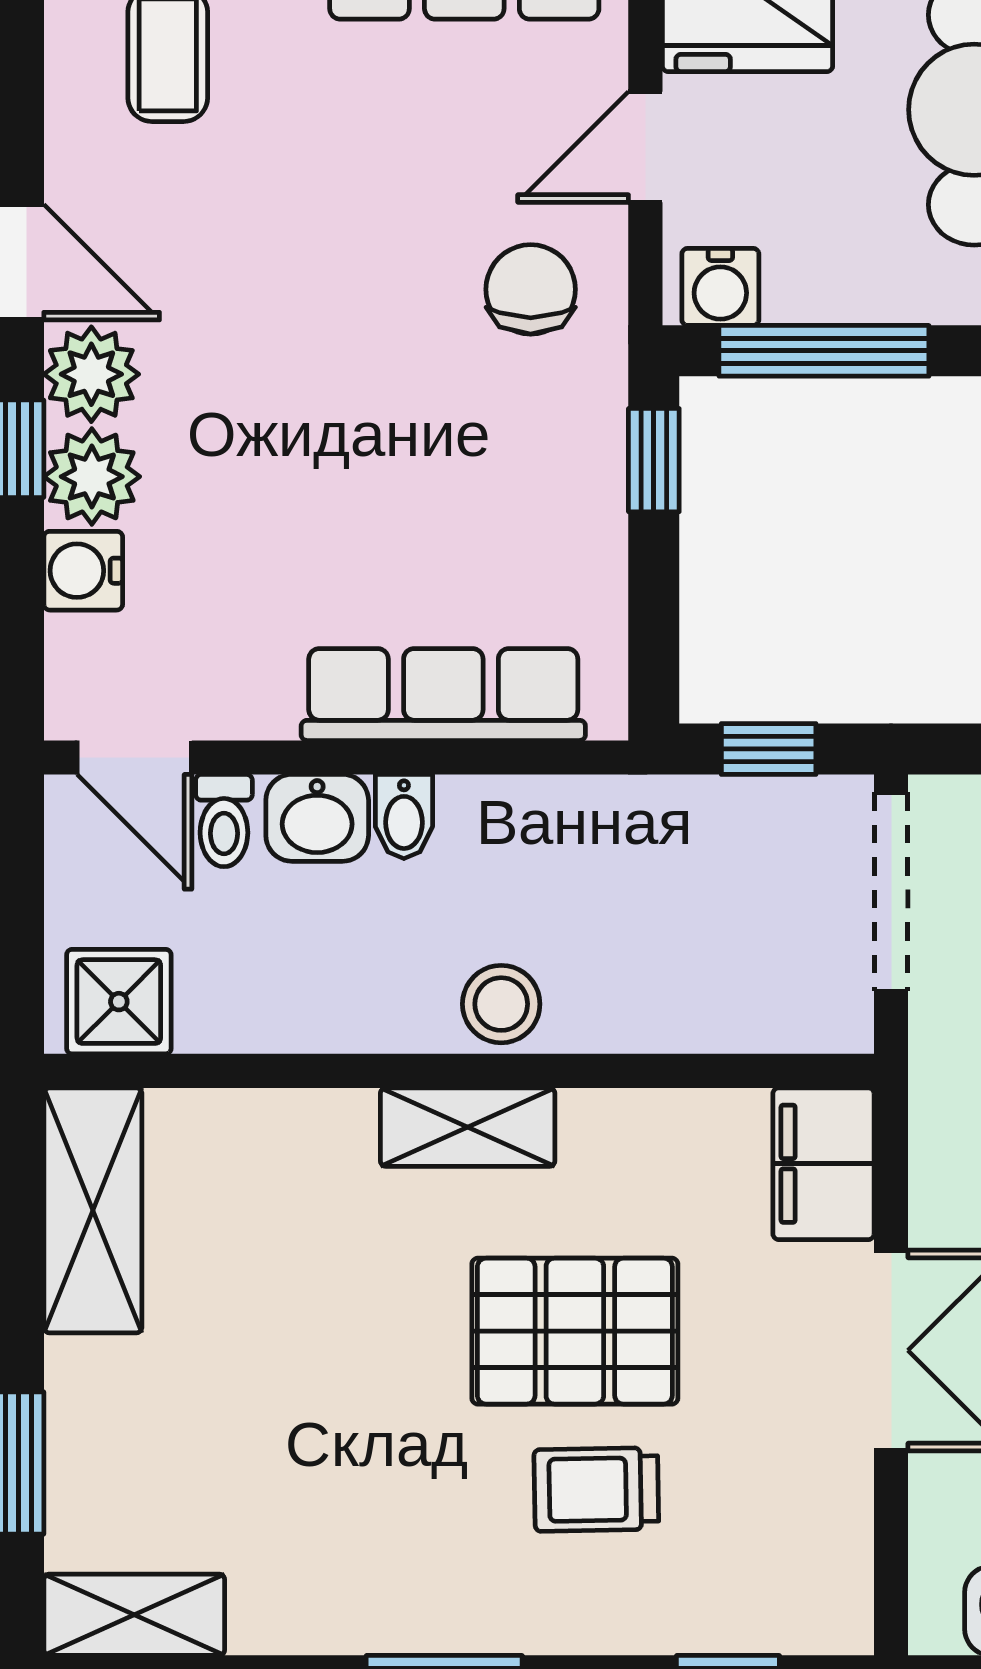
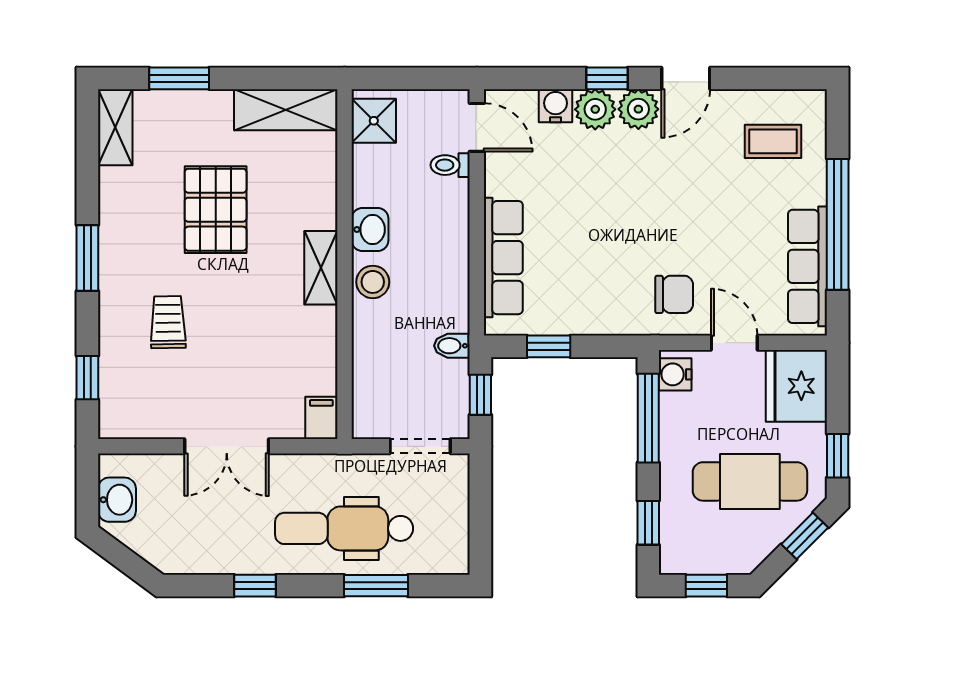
window: (654, 460) -> (549, 346), moved
door: (134, 757) -> (477, 127), swing flipped
bidet: (404, 817) -> (452, 346), moved
washbasin: (317, 818) -> (370, 230), moved, turned 180
doorway: (891, 892) -> (420, 446), width x0.73
filing cabinet: (823, 1164) -> (321, 418), width x0.50
pallet: (575, 1331) -> (216, 210), moved

